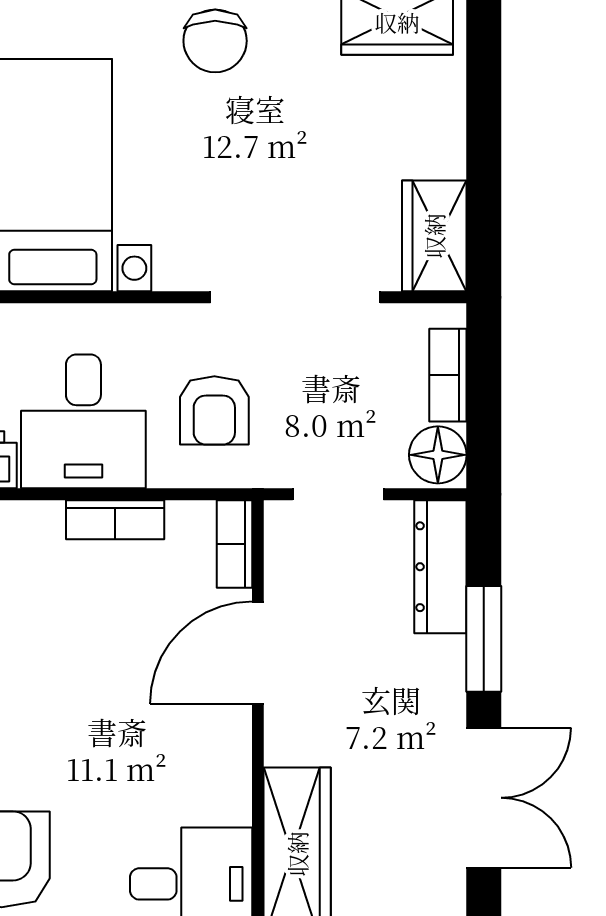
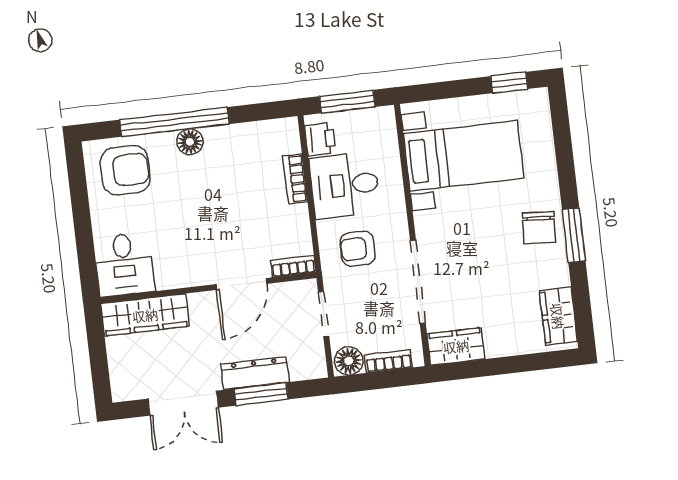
chair: (215, 41) -> (539, 228), turned -86
bookcase: (115, 520) -> (295, 179), moved
dresser: (440, 567) -> (255, 373), moved
door: (258, 653) -> (241, 284), swing flipped

